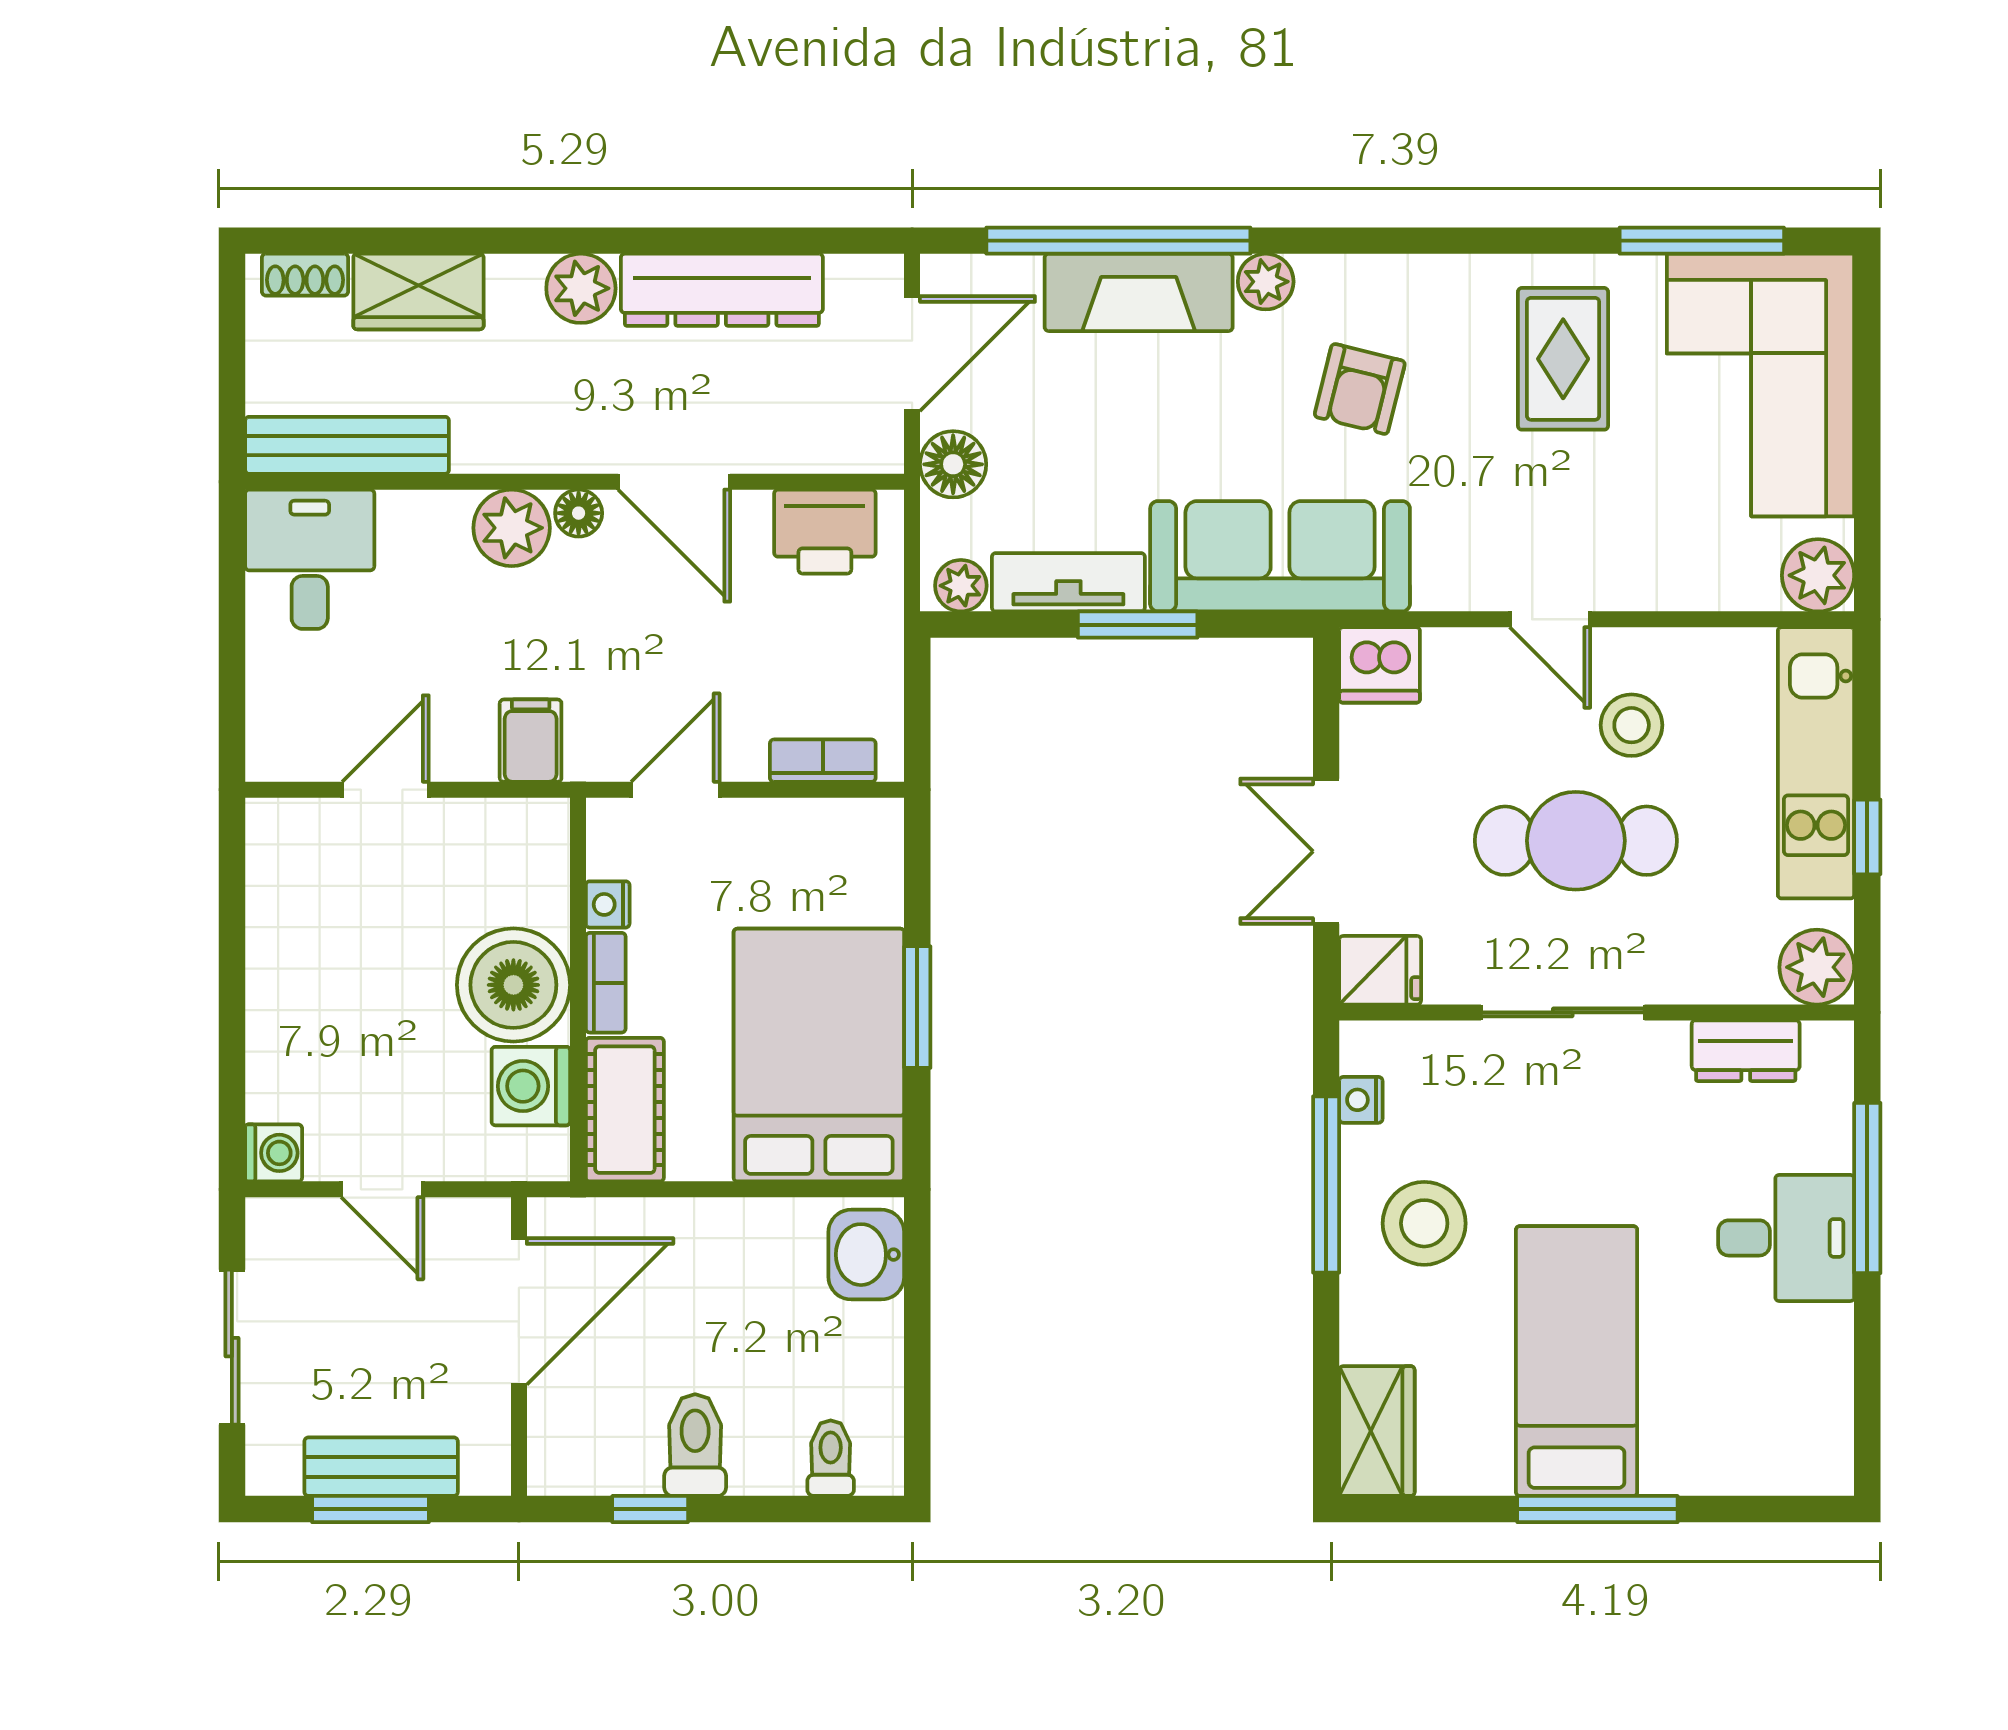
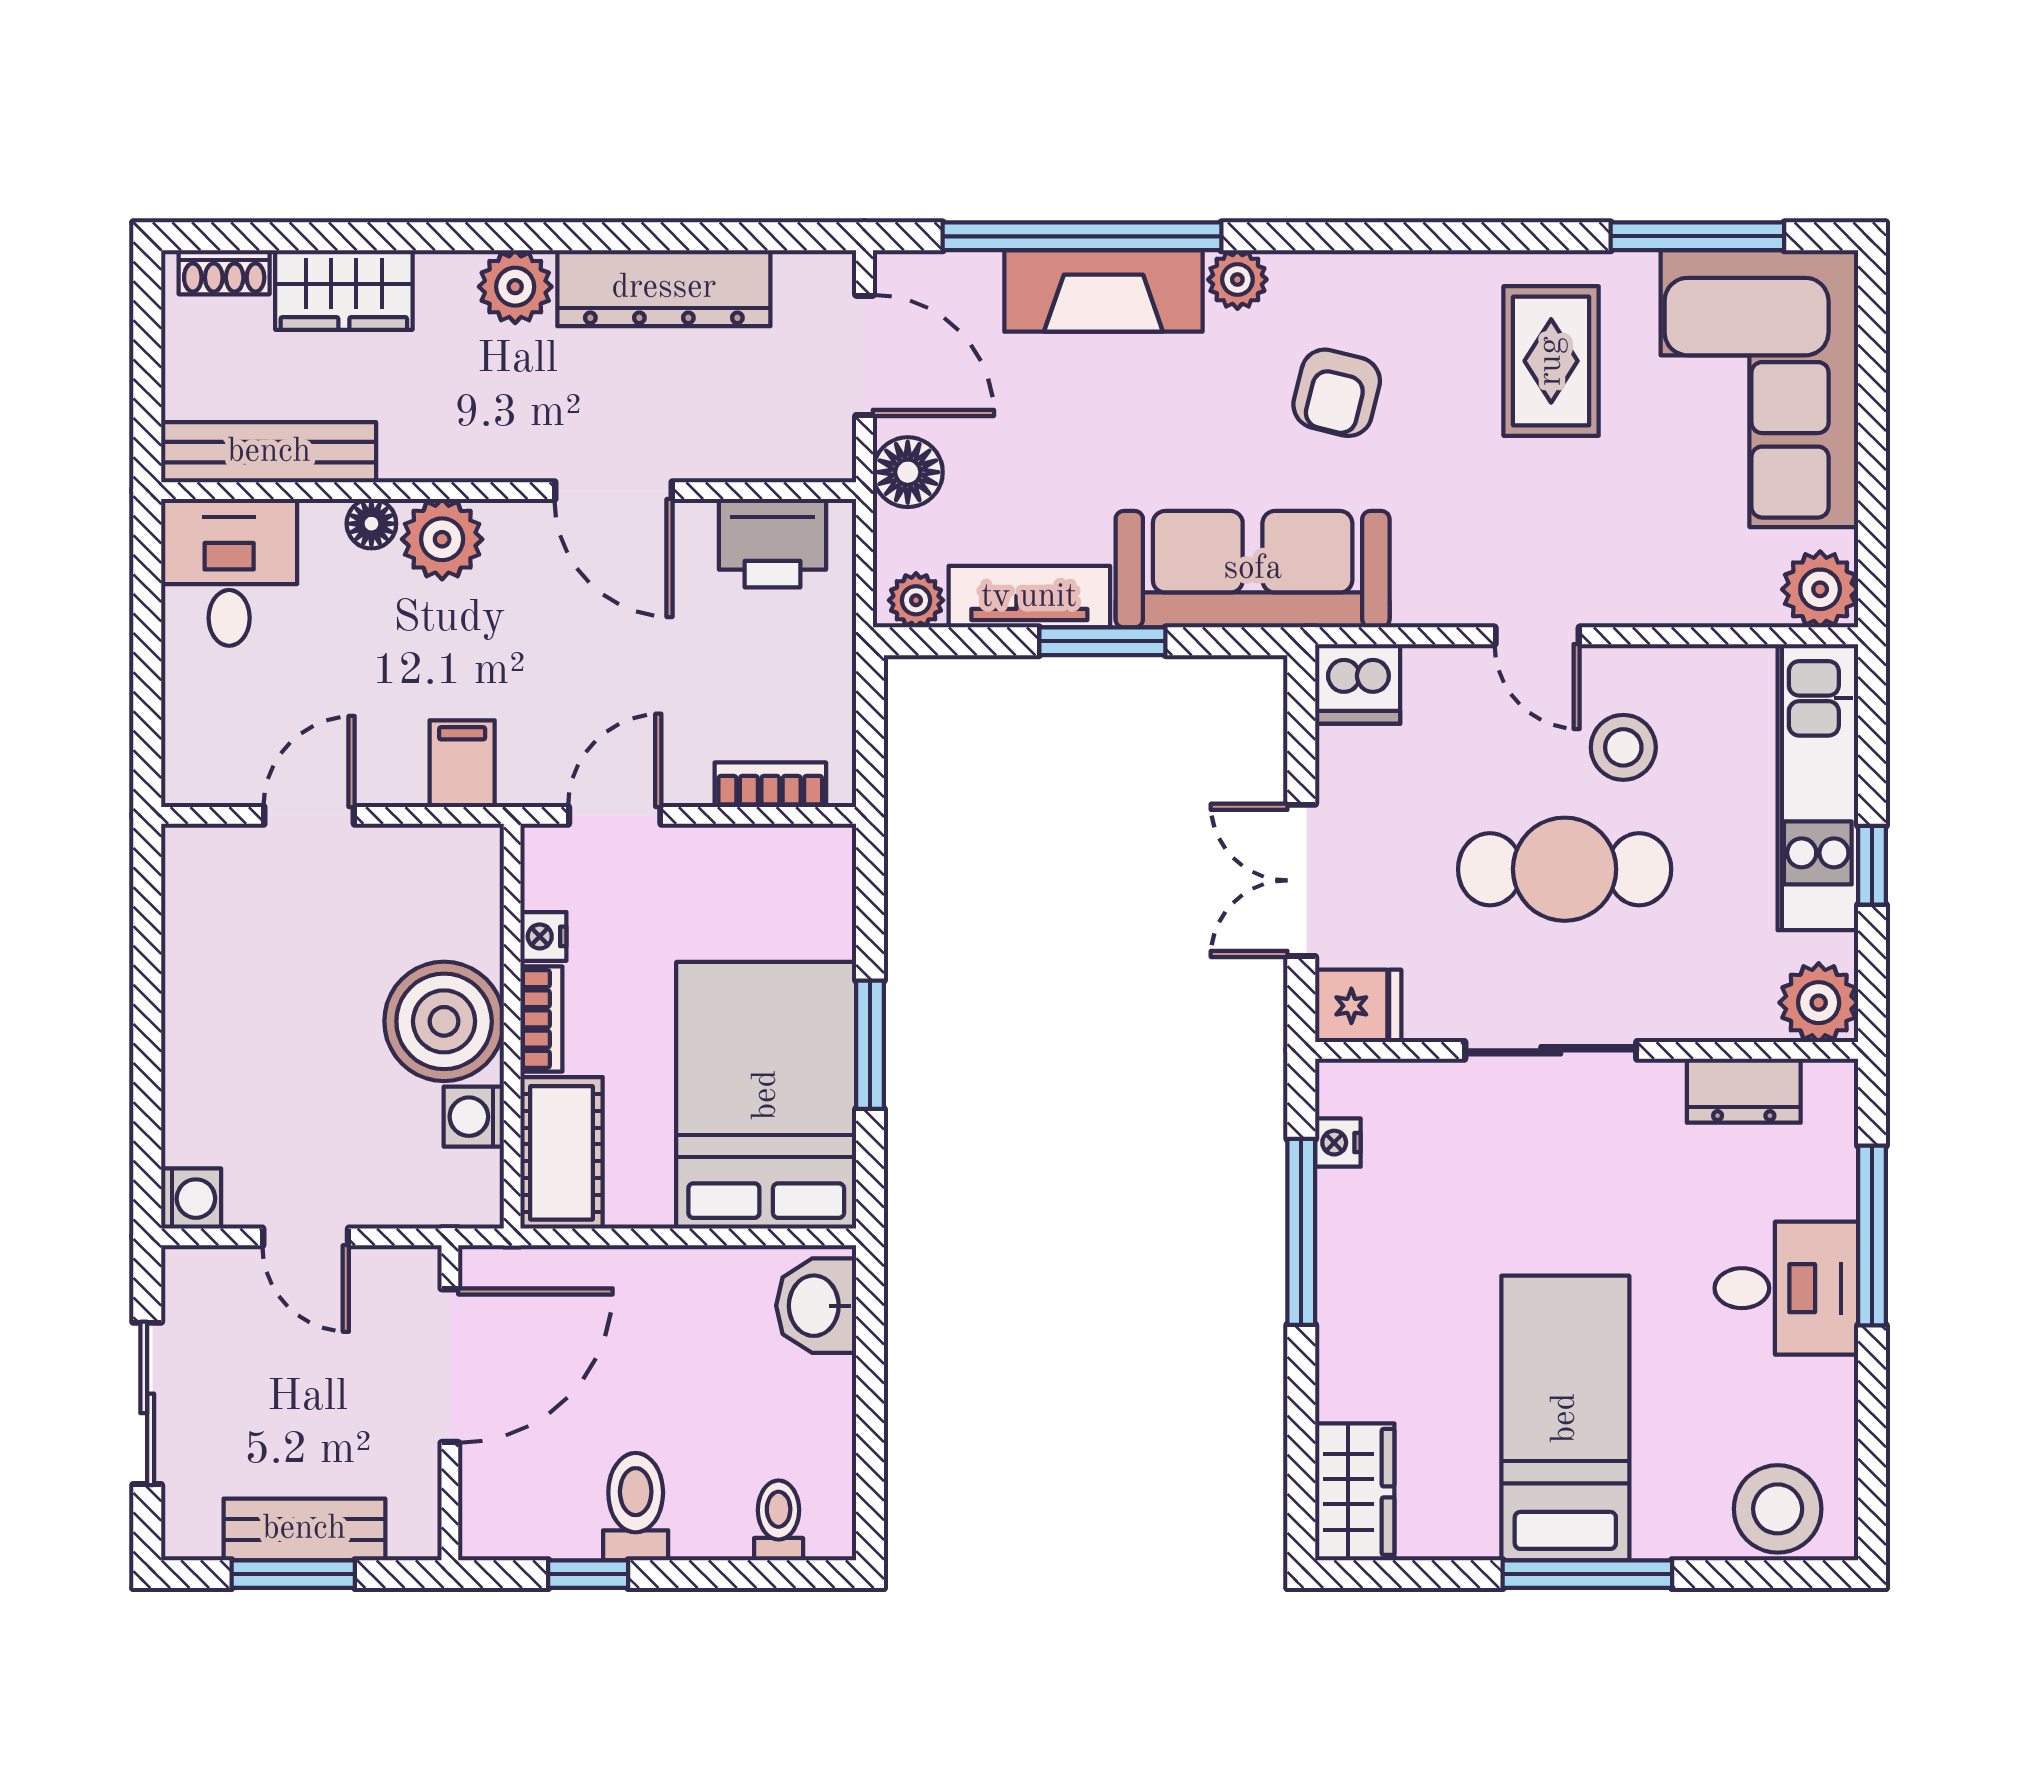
door: (912, 354) -> (864, 355), hinge flipped
floor lamp: (579, 513) -> (371, 524), moved
washing machine: (531, 1086) -> (474, 1117), width x0.73, depth x0.73
stool: (1424, 1223) -> (1778, 1509), moved

